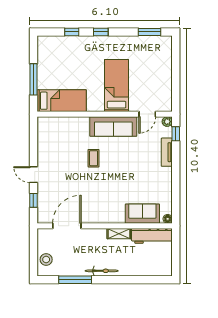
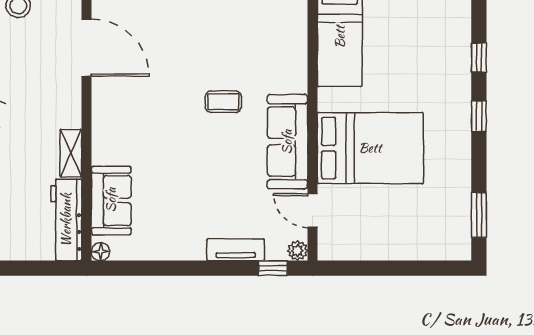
bed: (117, 86) -> (370, 148), width x1.50

